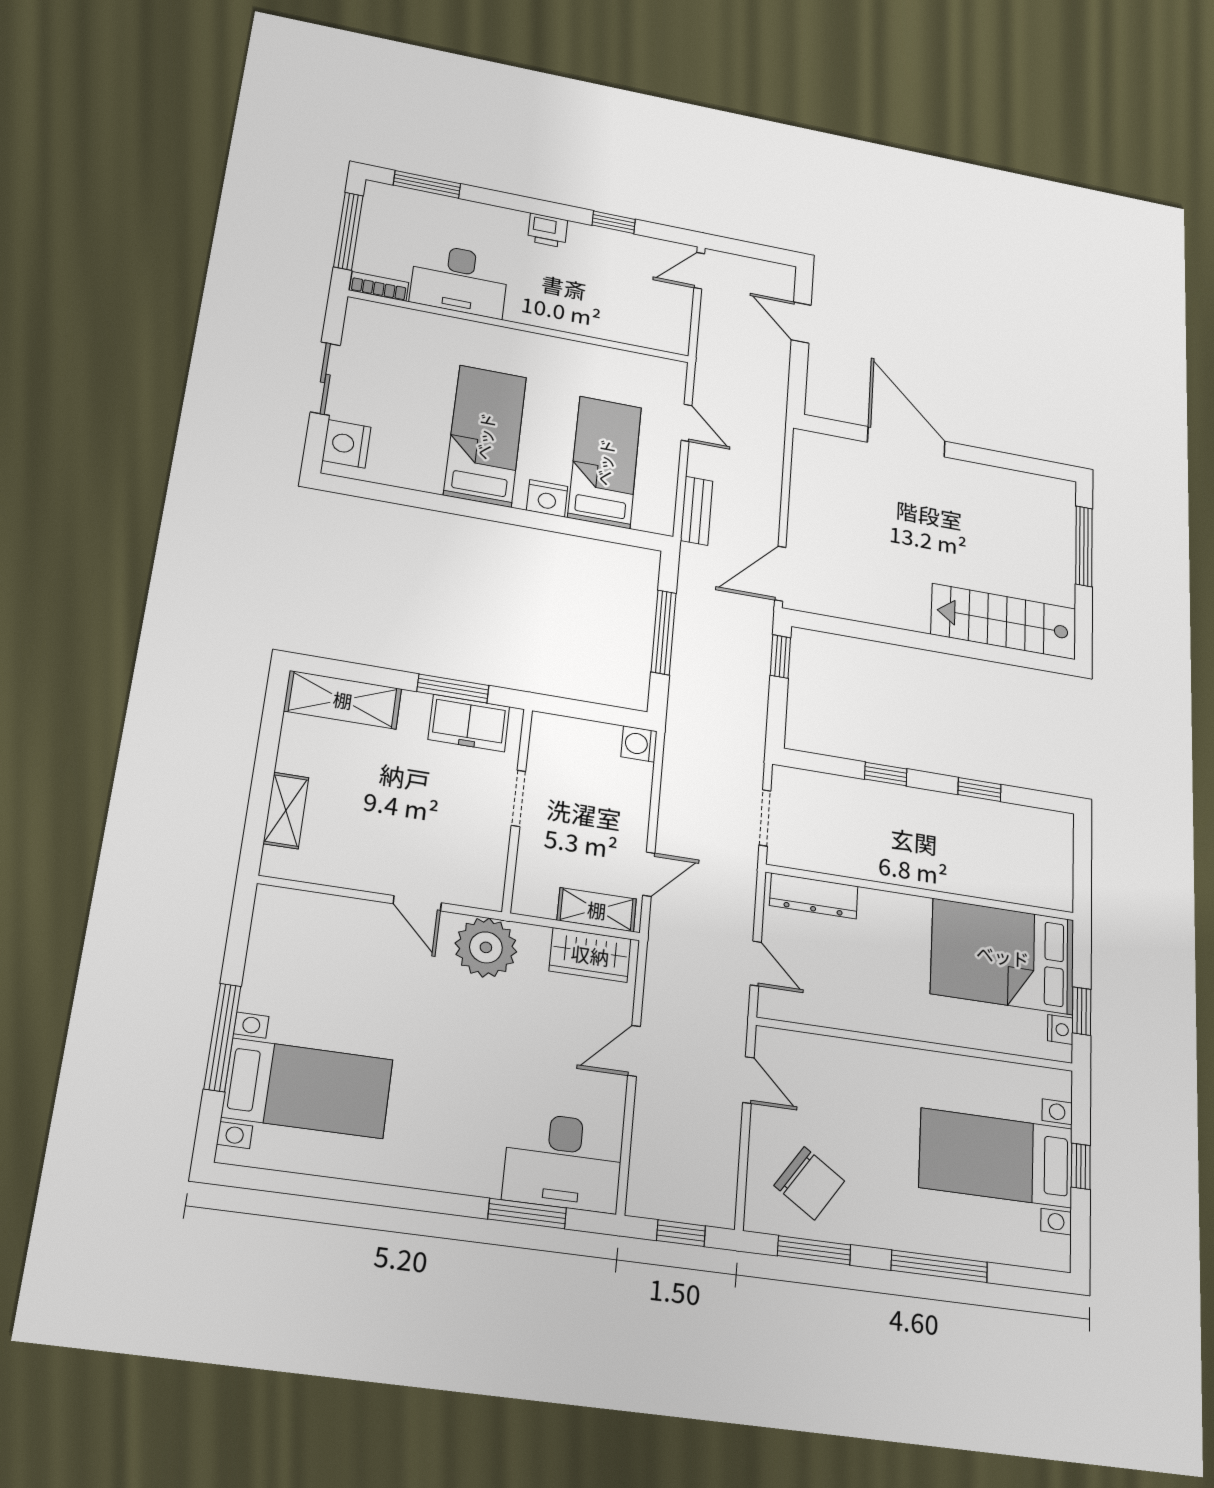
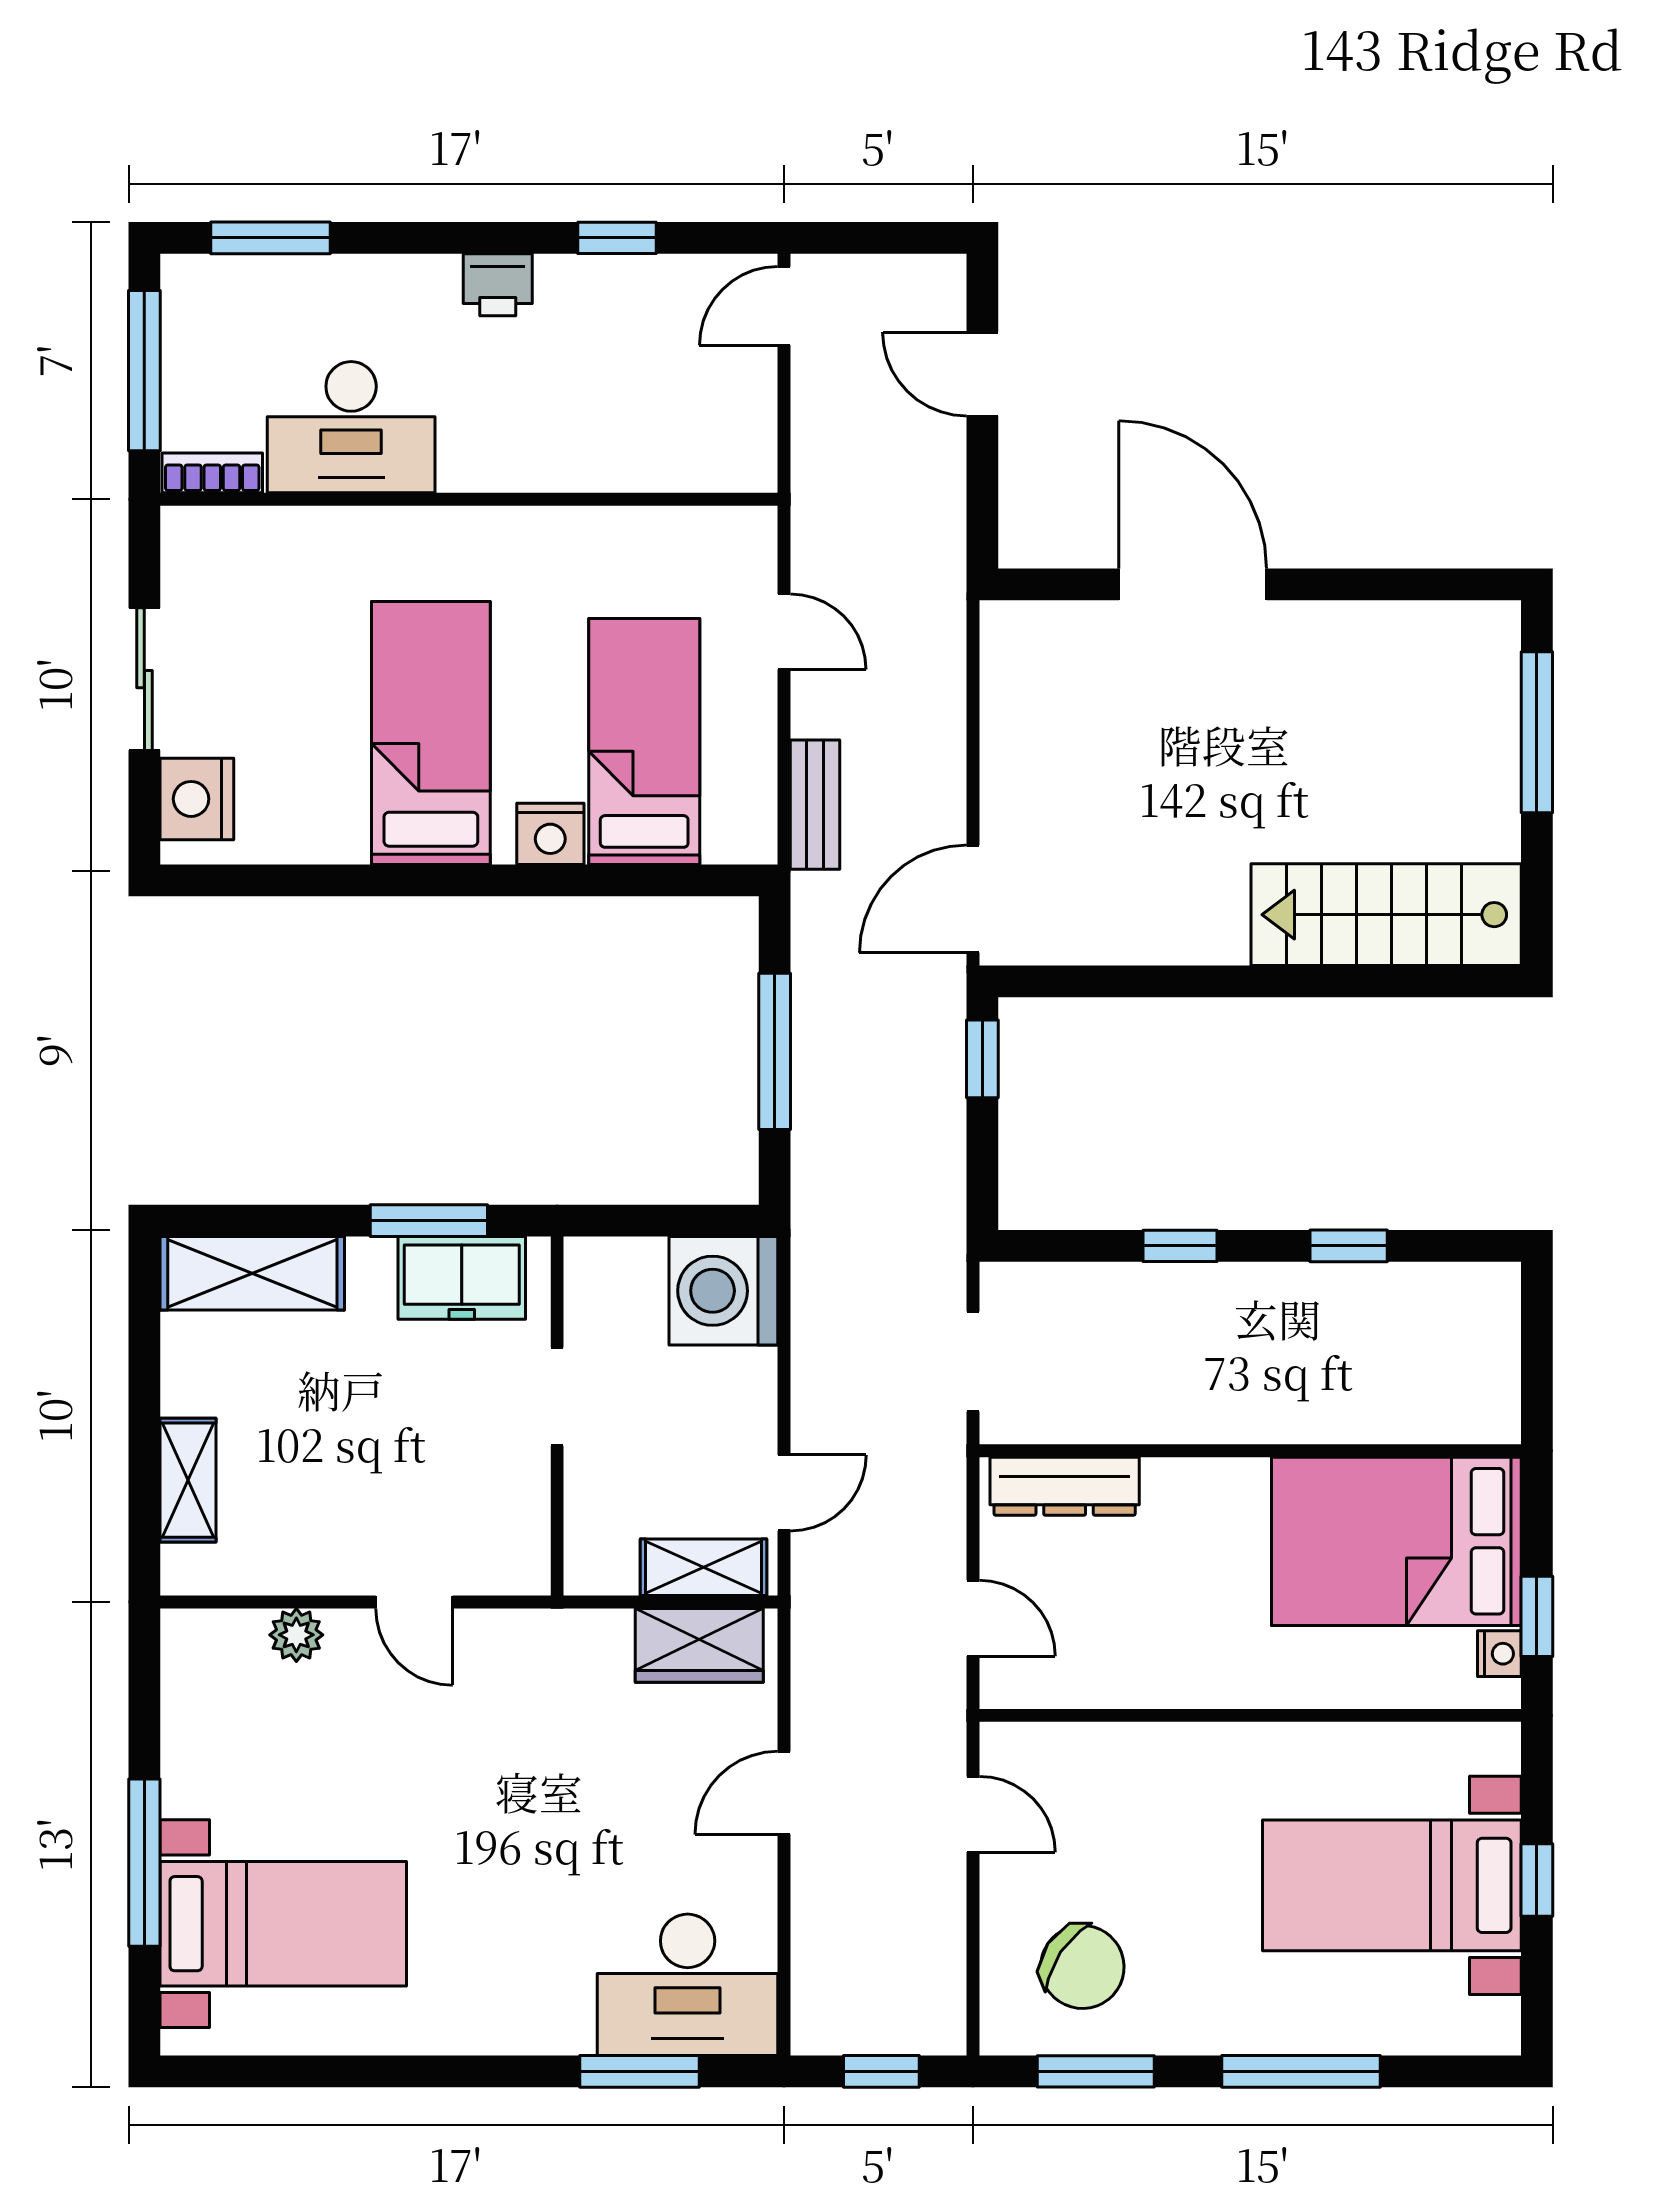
washing machine: (639, 744) -> (723, 1291), width x1.89, depth x1.89
plant: (486, 947) -> (296, 1635), moved, width x0.53, depth x0.53

